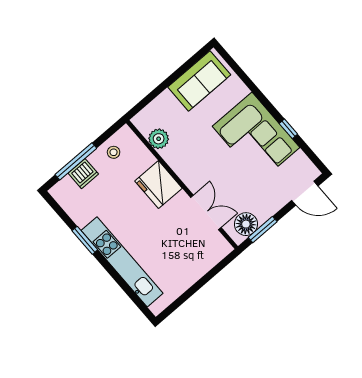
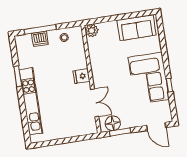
plant: (159, 139) -> (92, 31), moved
fridge: (159, 185) -> (81, 76), width x0.53, depth x0.75

